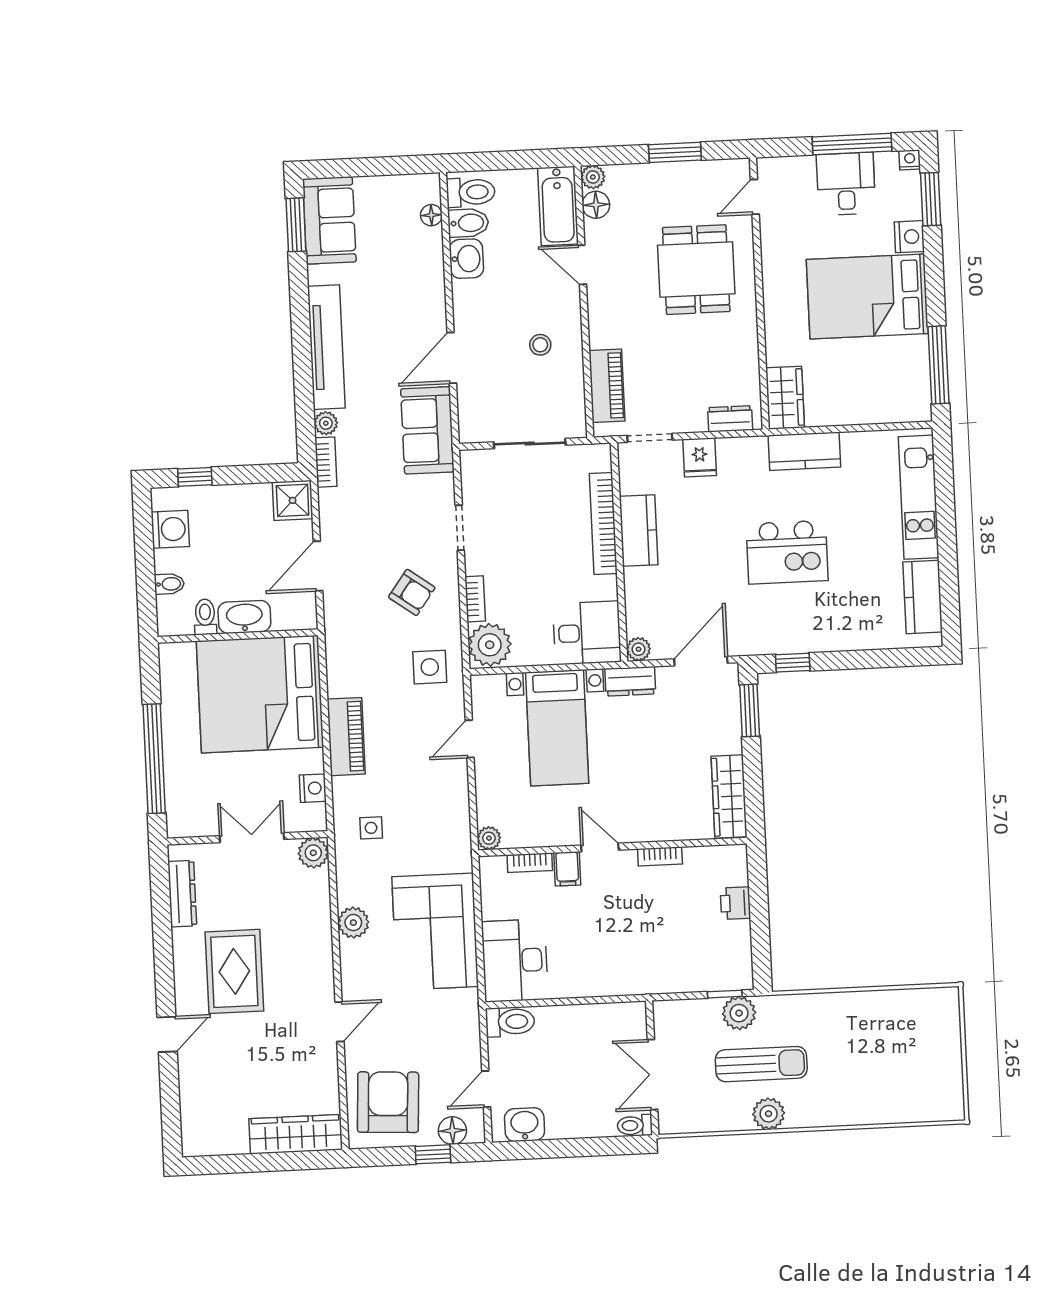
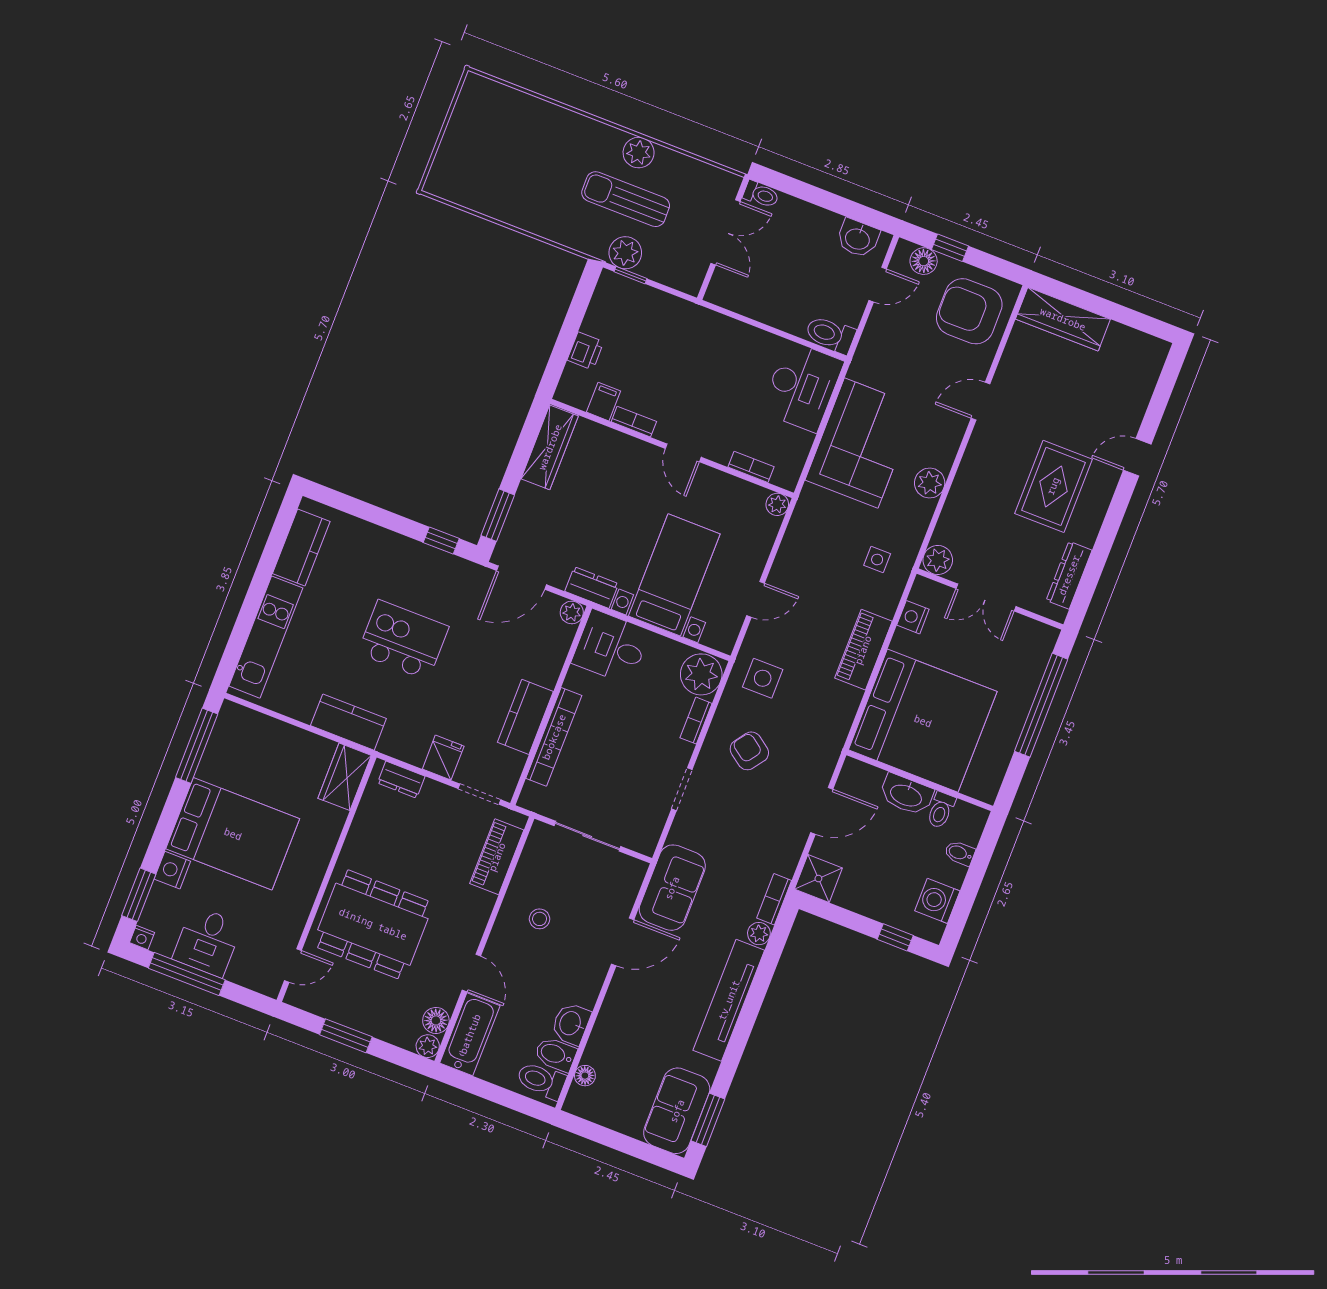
dining table: (696, 270) -> (373, 924), width x1.37
filing cabinet: (567, 869) -> (603, 402), moved
armchair: (388, 1102) -> (969, 311), turned 87

